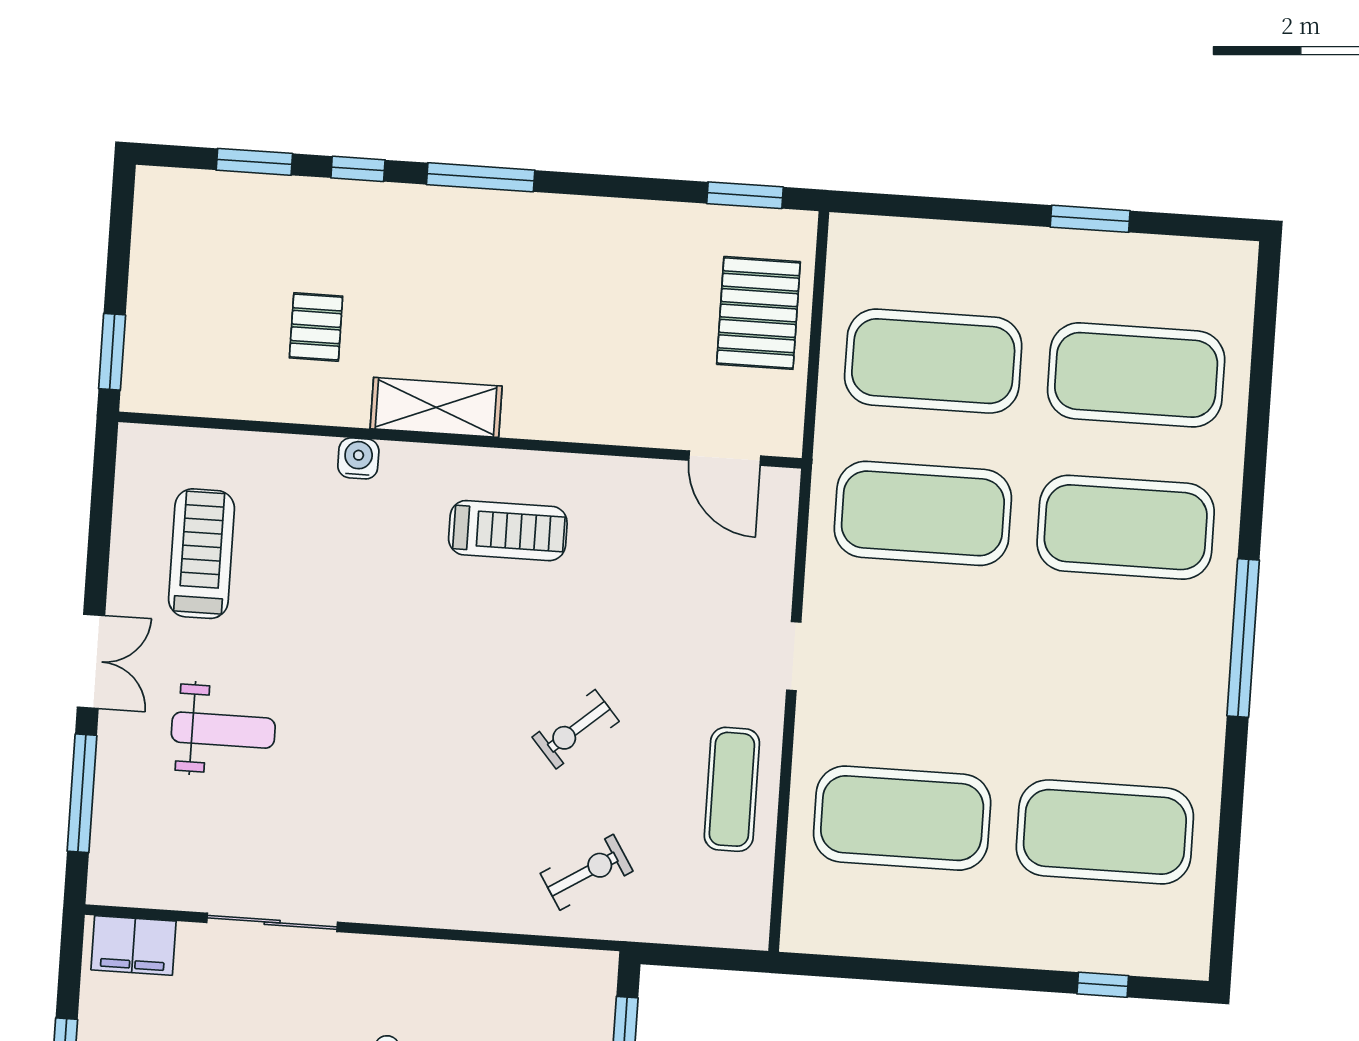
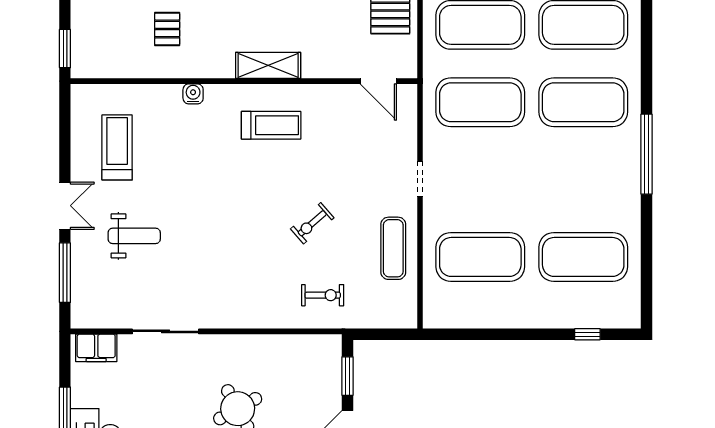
shelving: (436, 407) -> (268, 65), moved
exercise bike: (587, 872) -> (323, 295), turned 32

